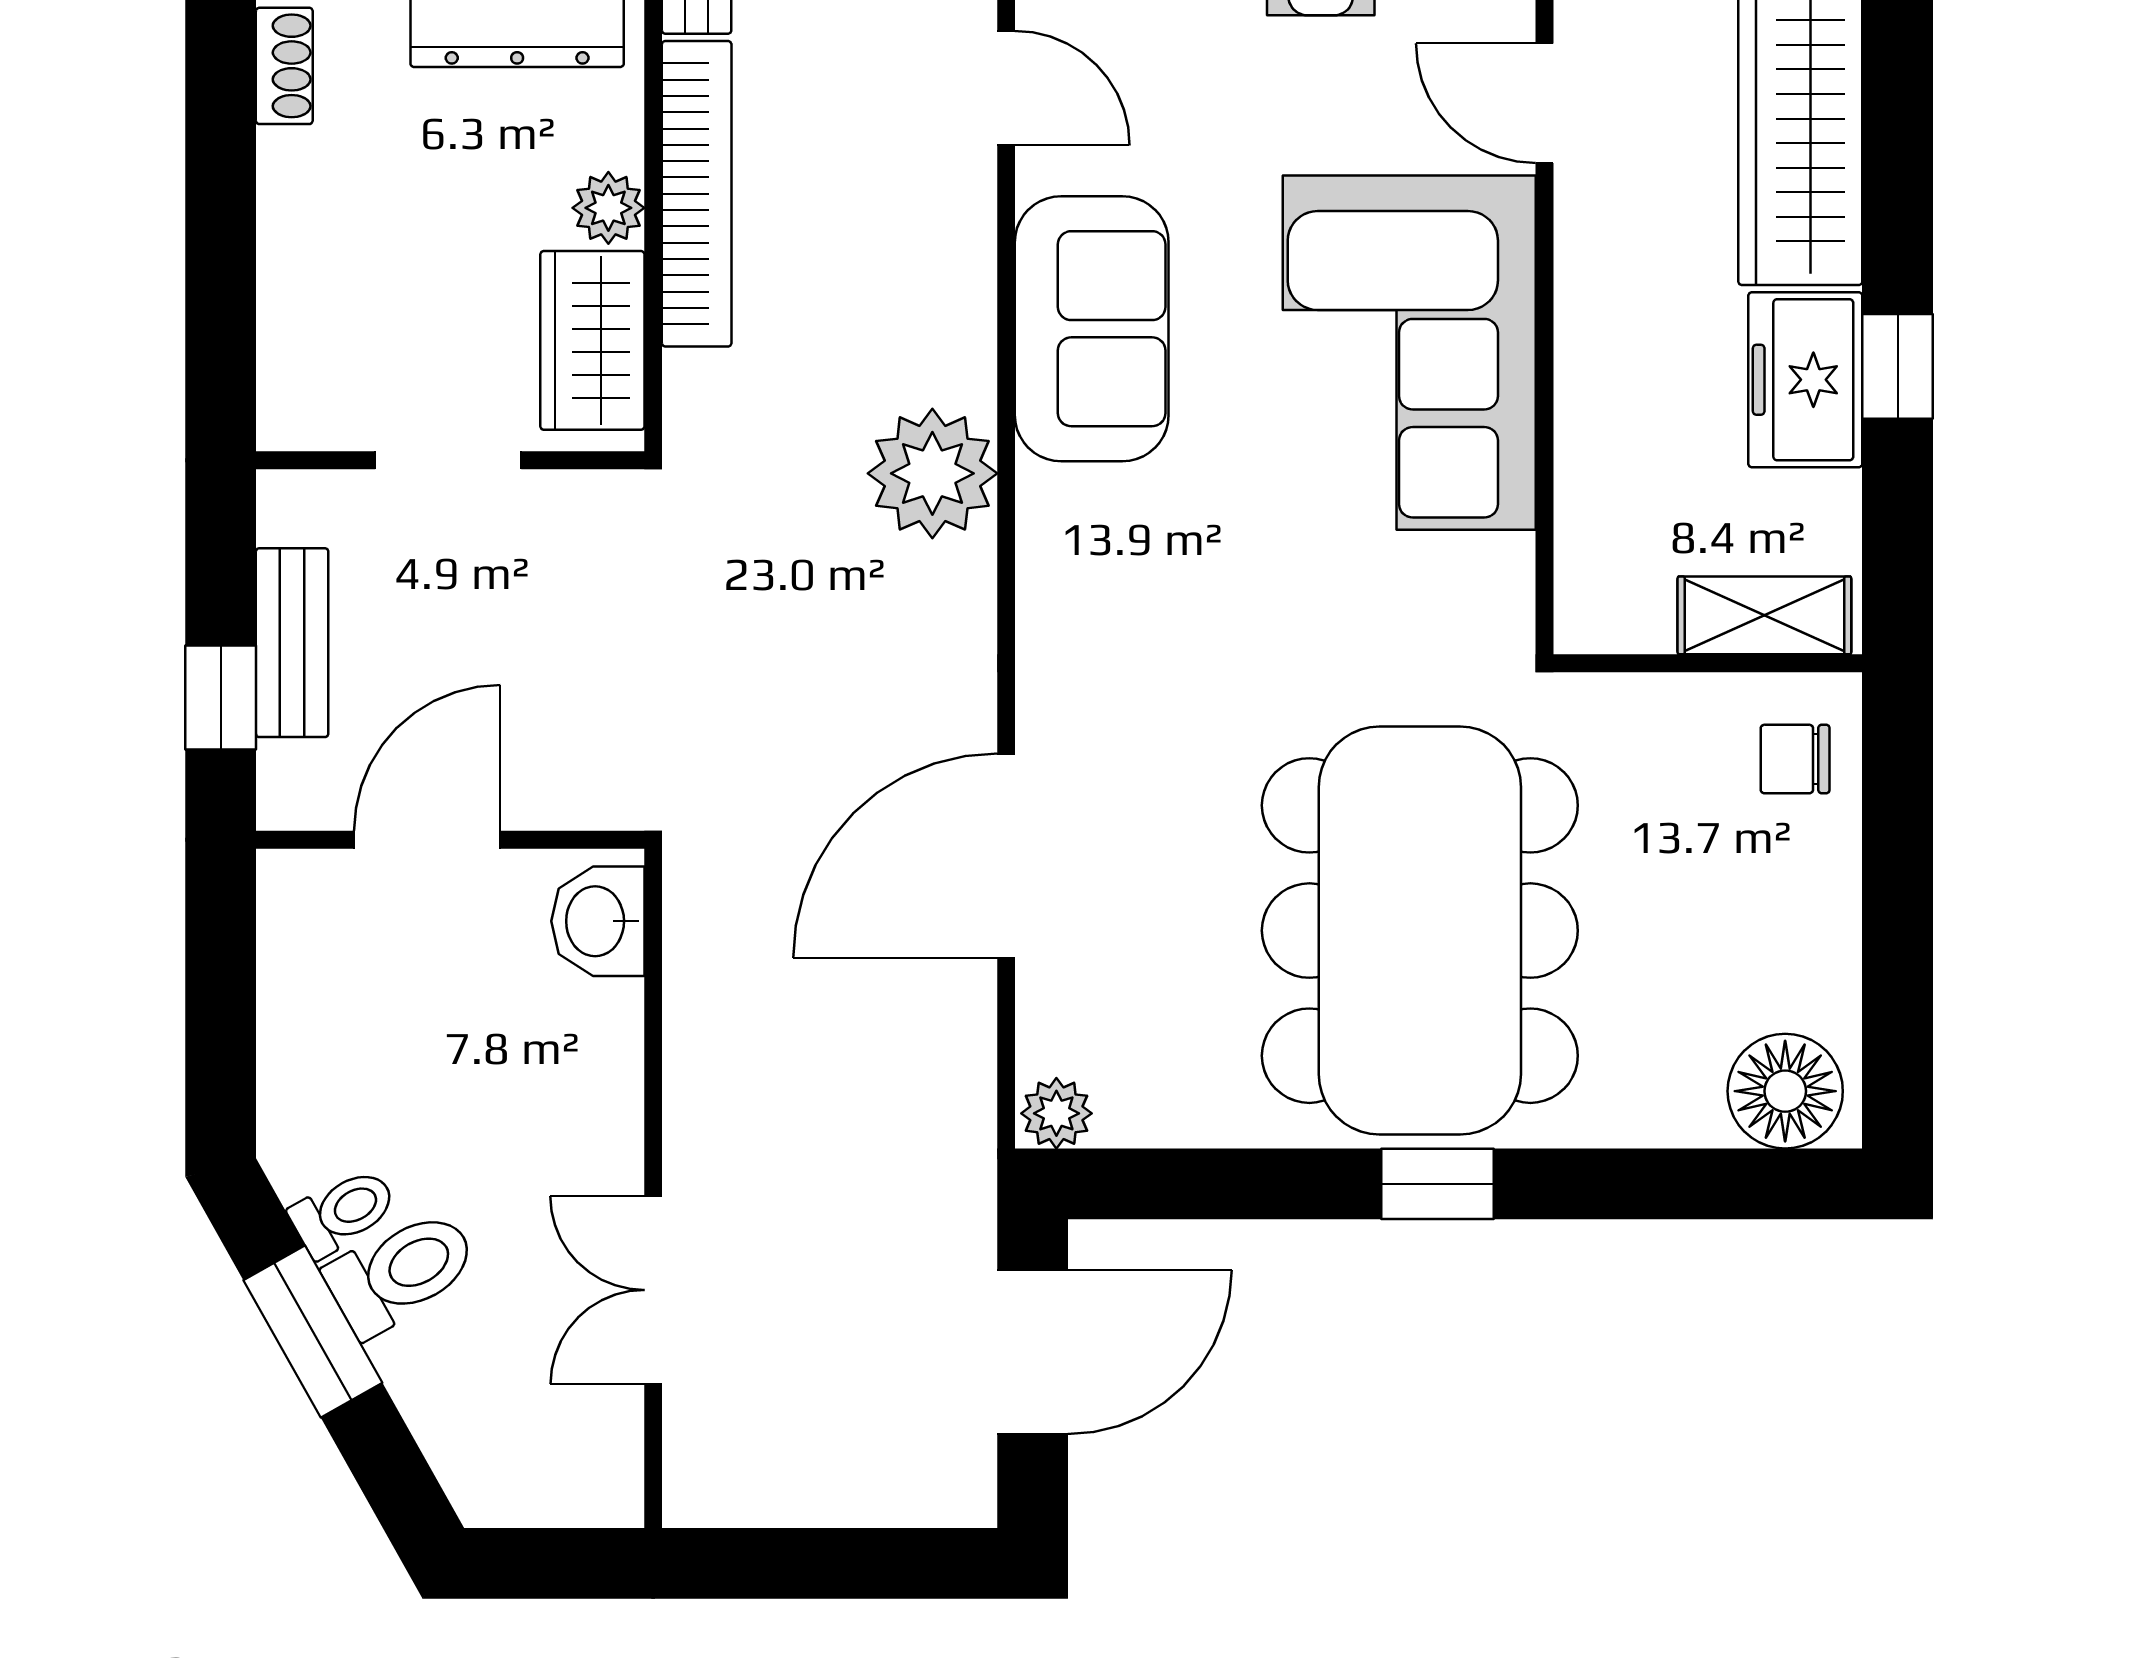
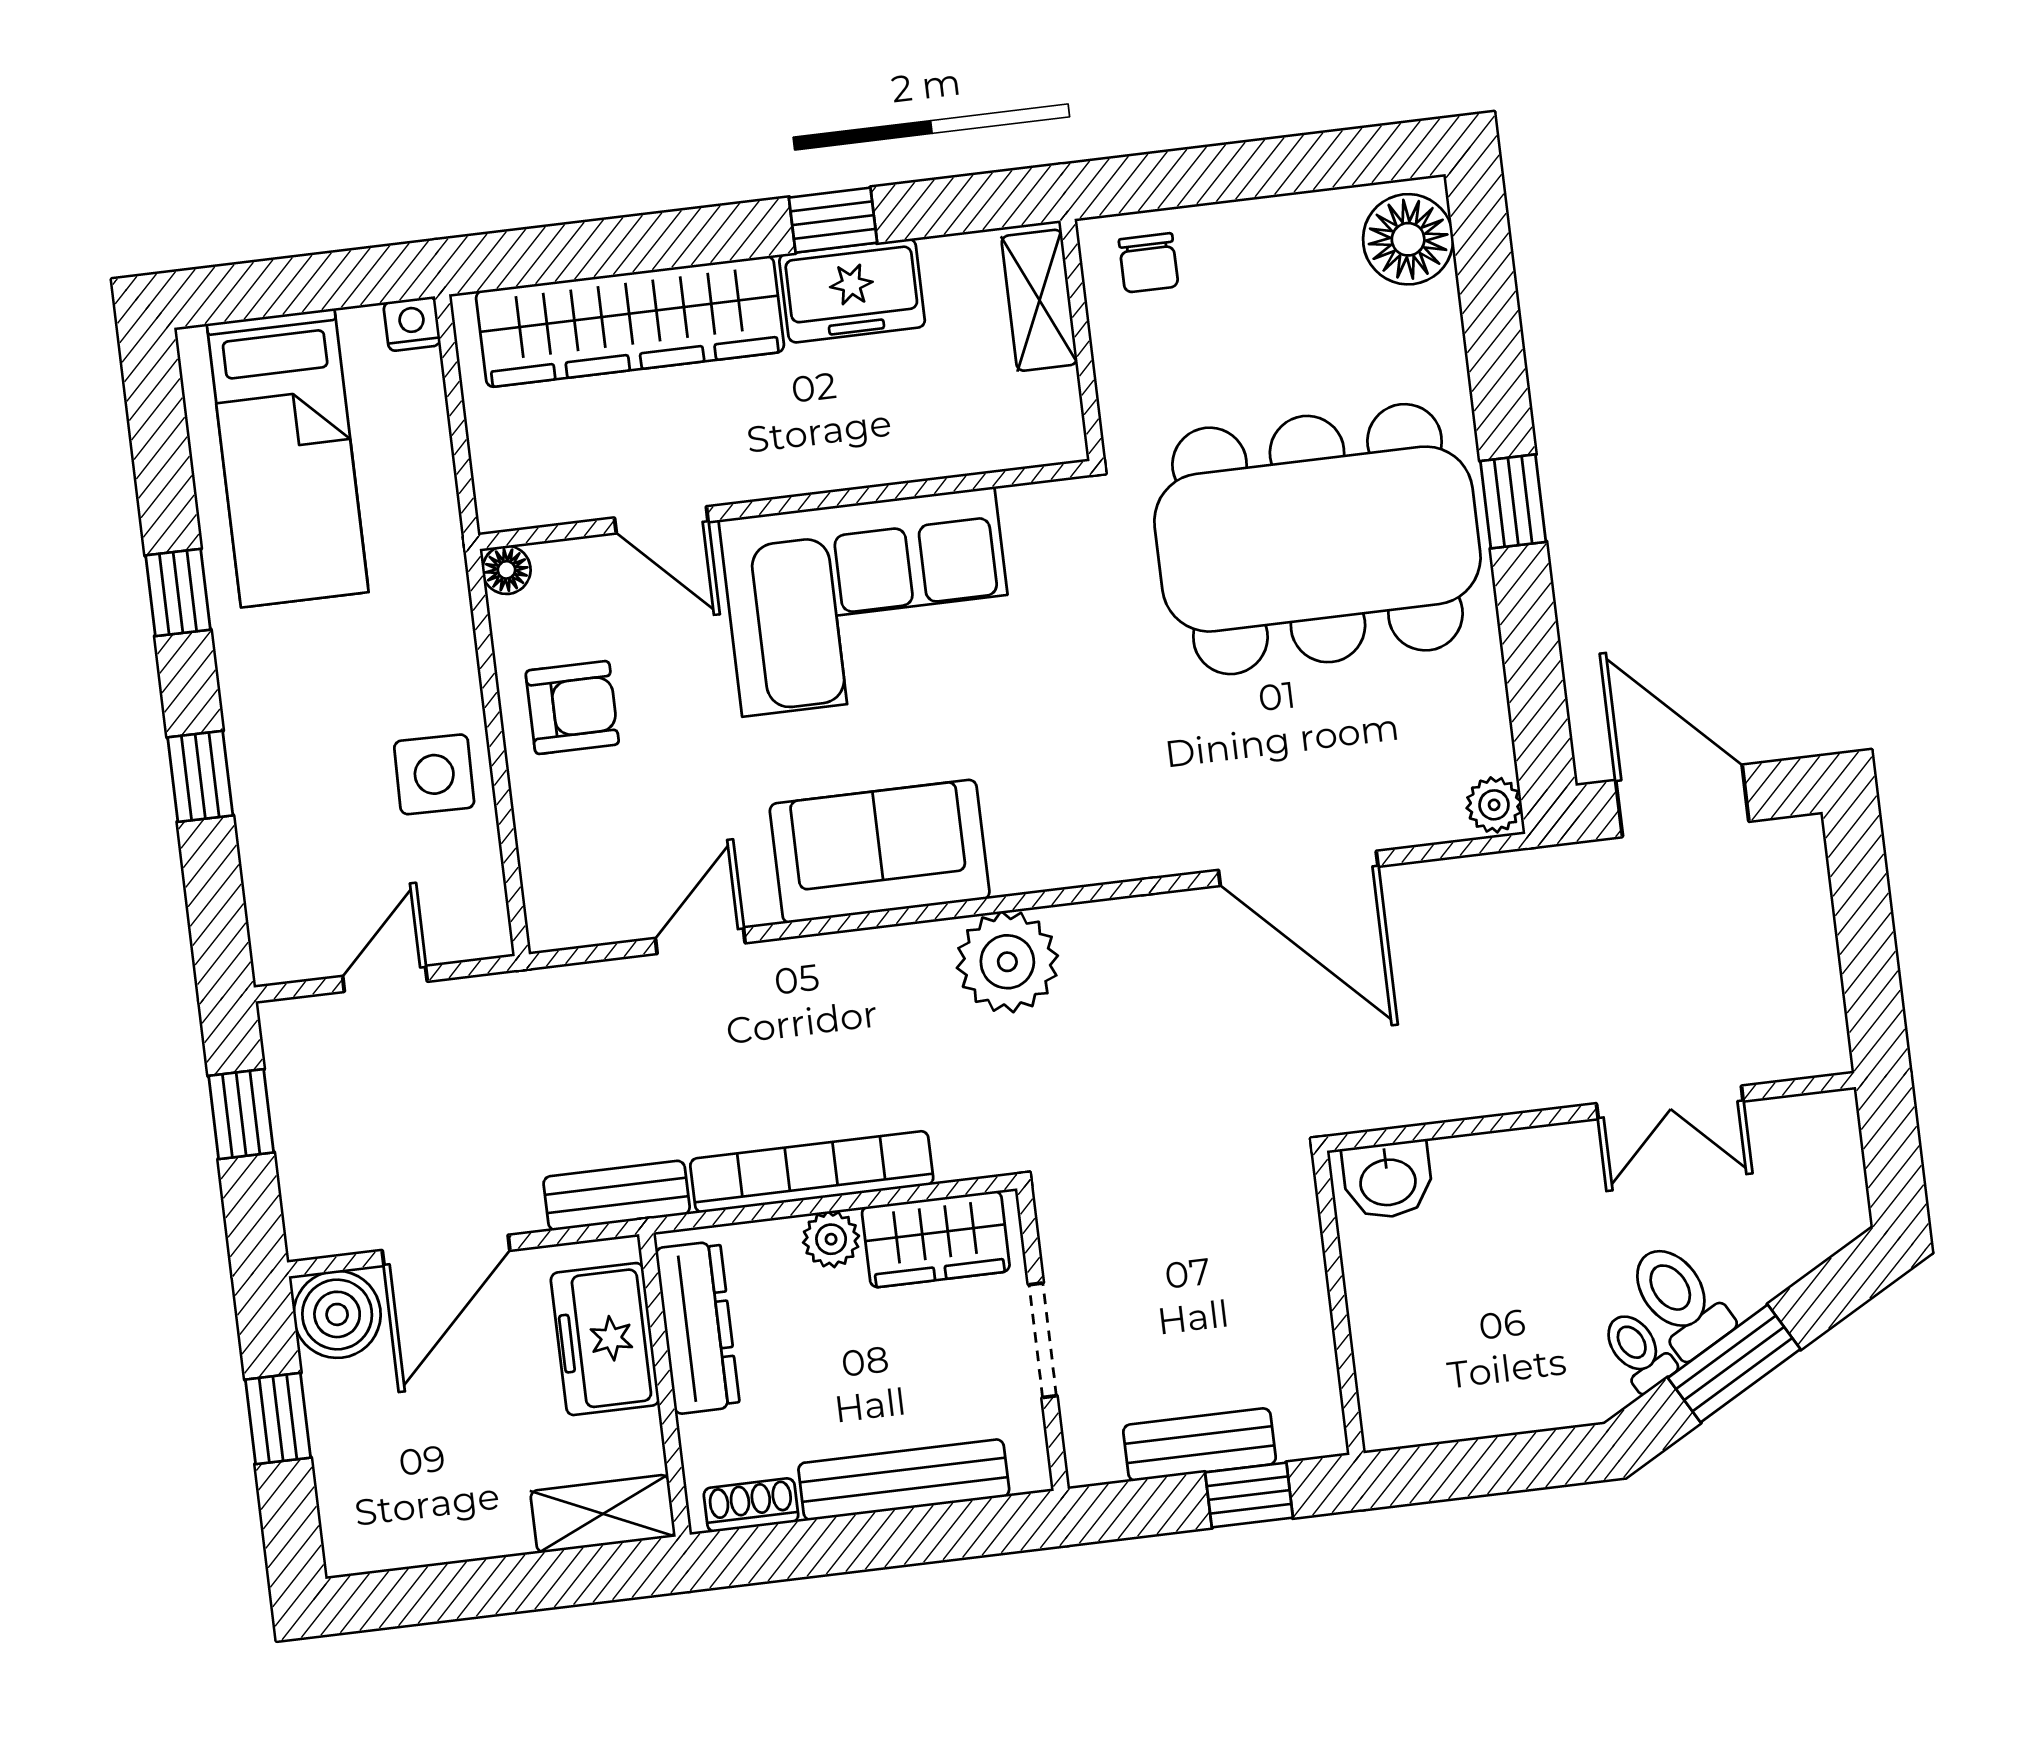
door: (1545, 103) -> (661, 520), hinge flipped
bench: (293, 263) -> (904, 1480), added
door: (427, 840) -> (1340, 1321), removed

